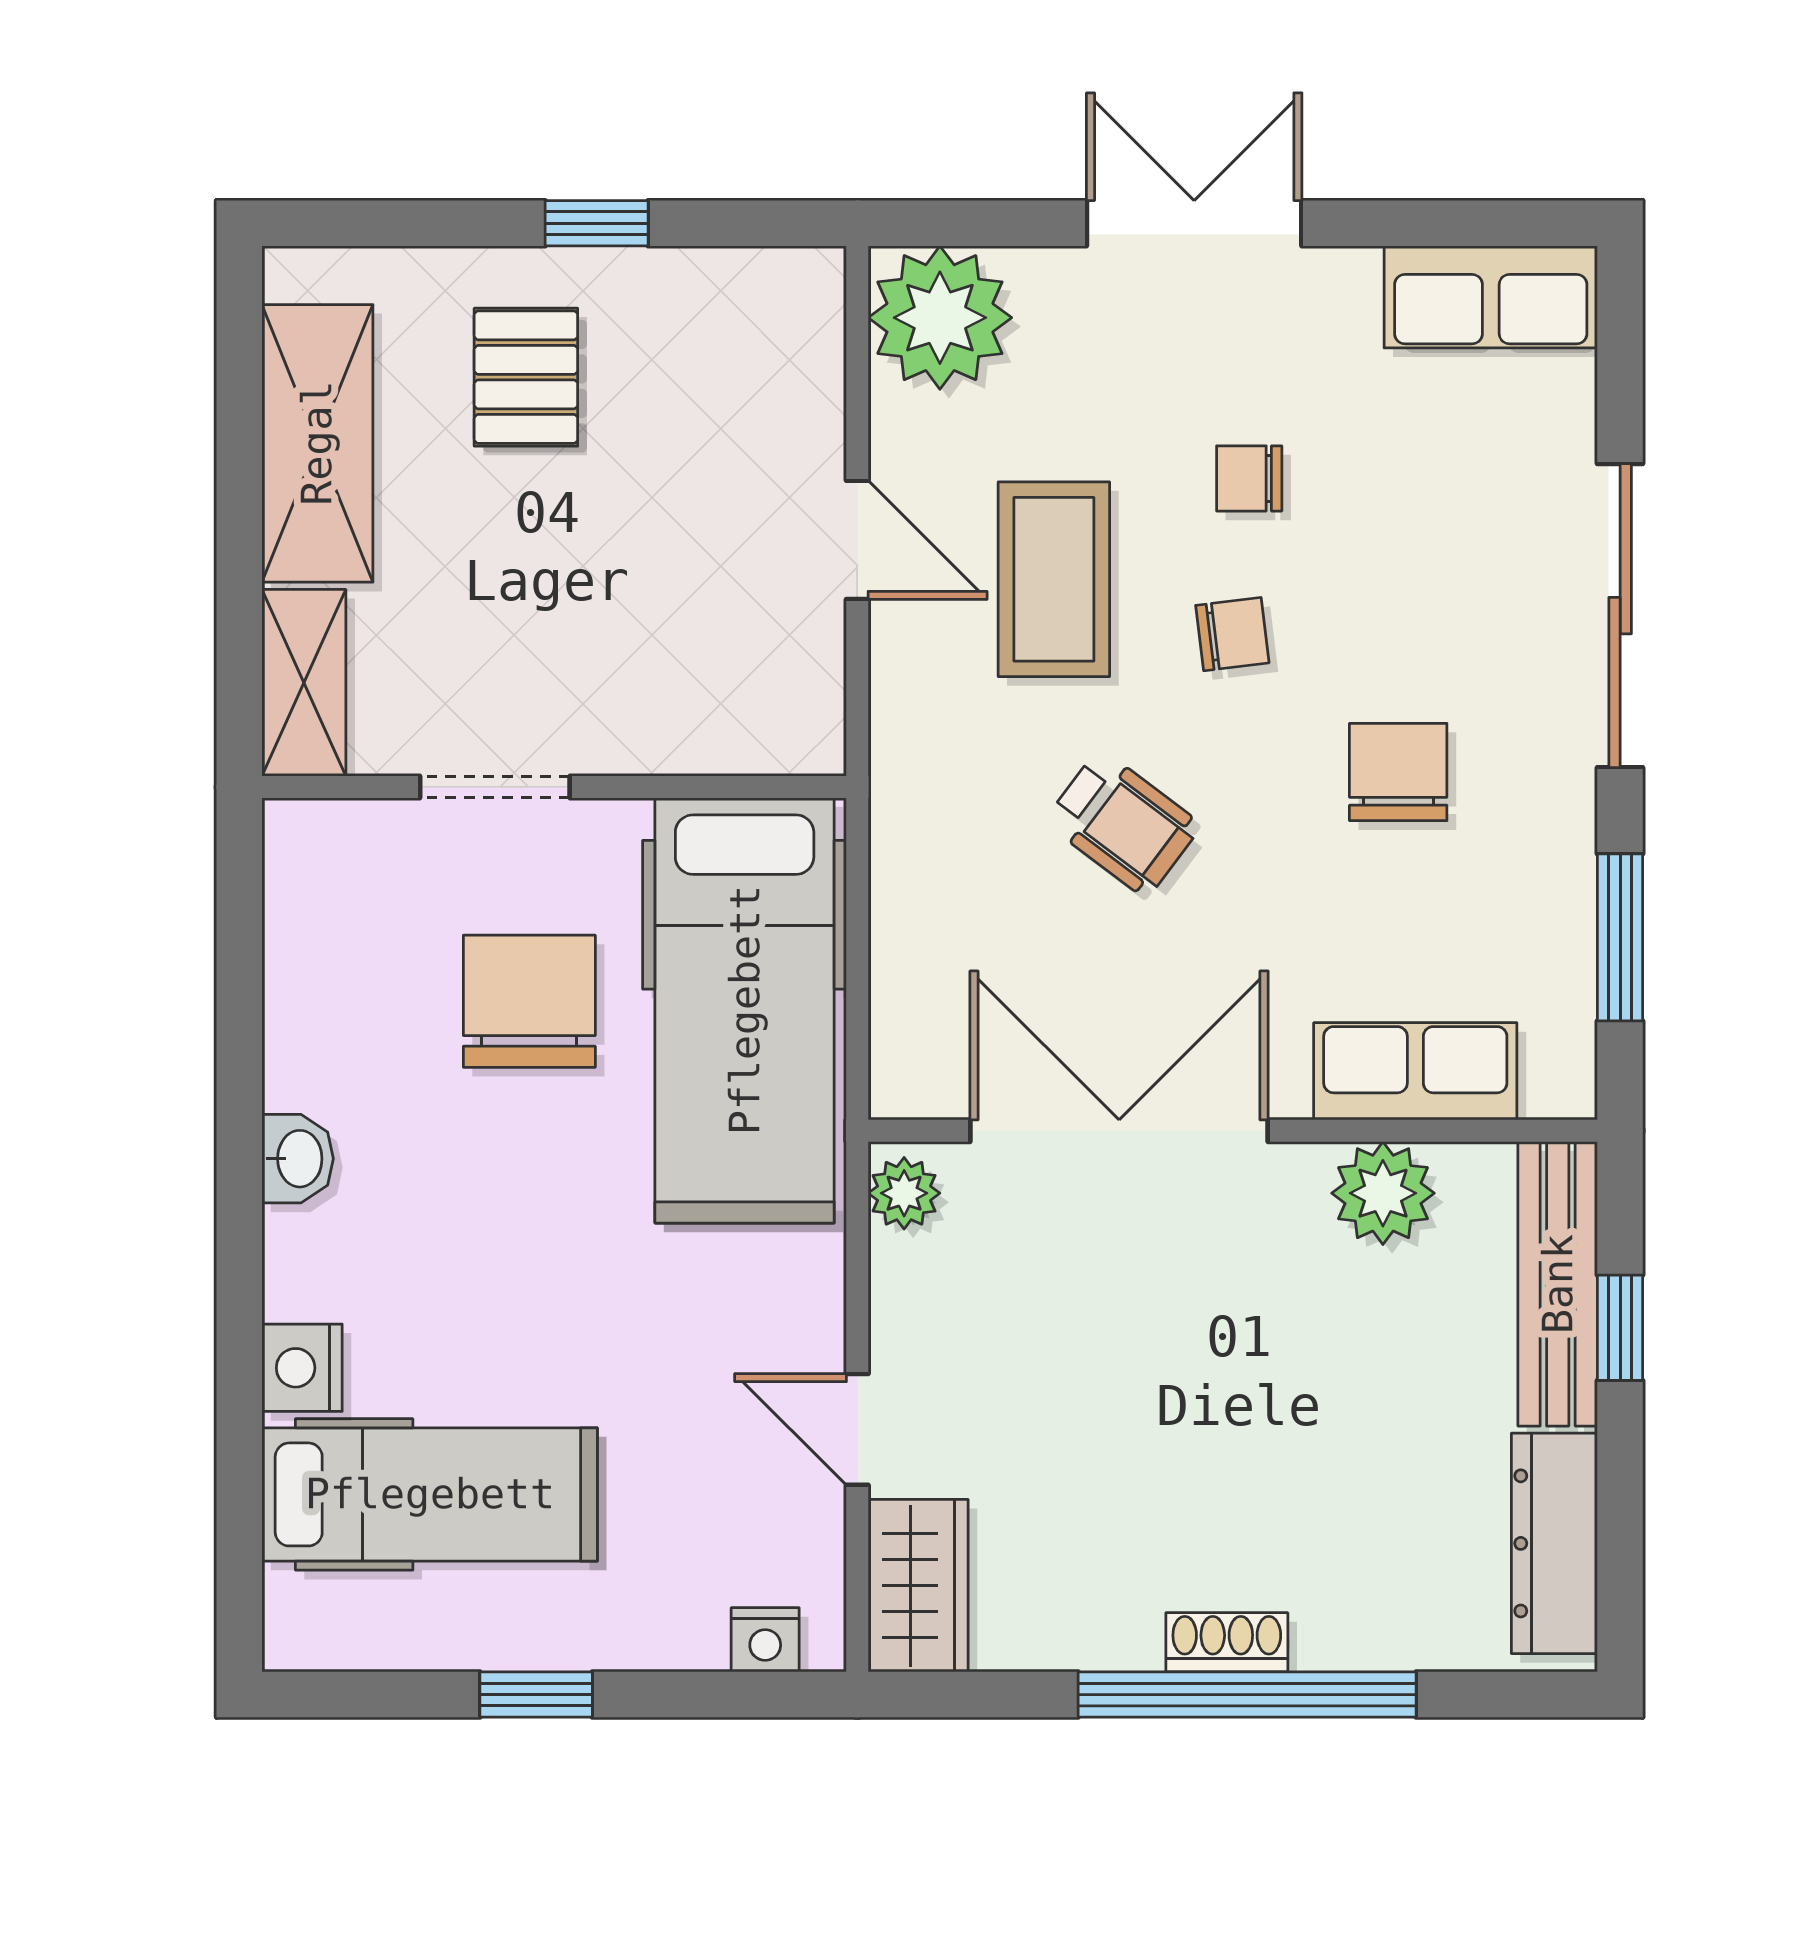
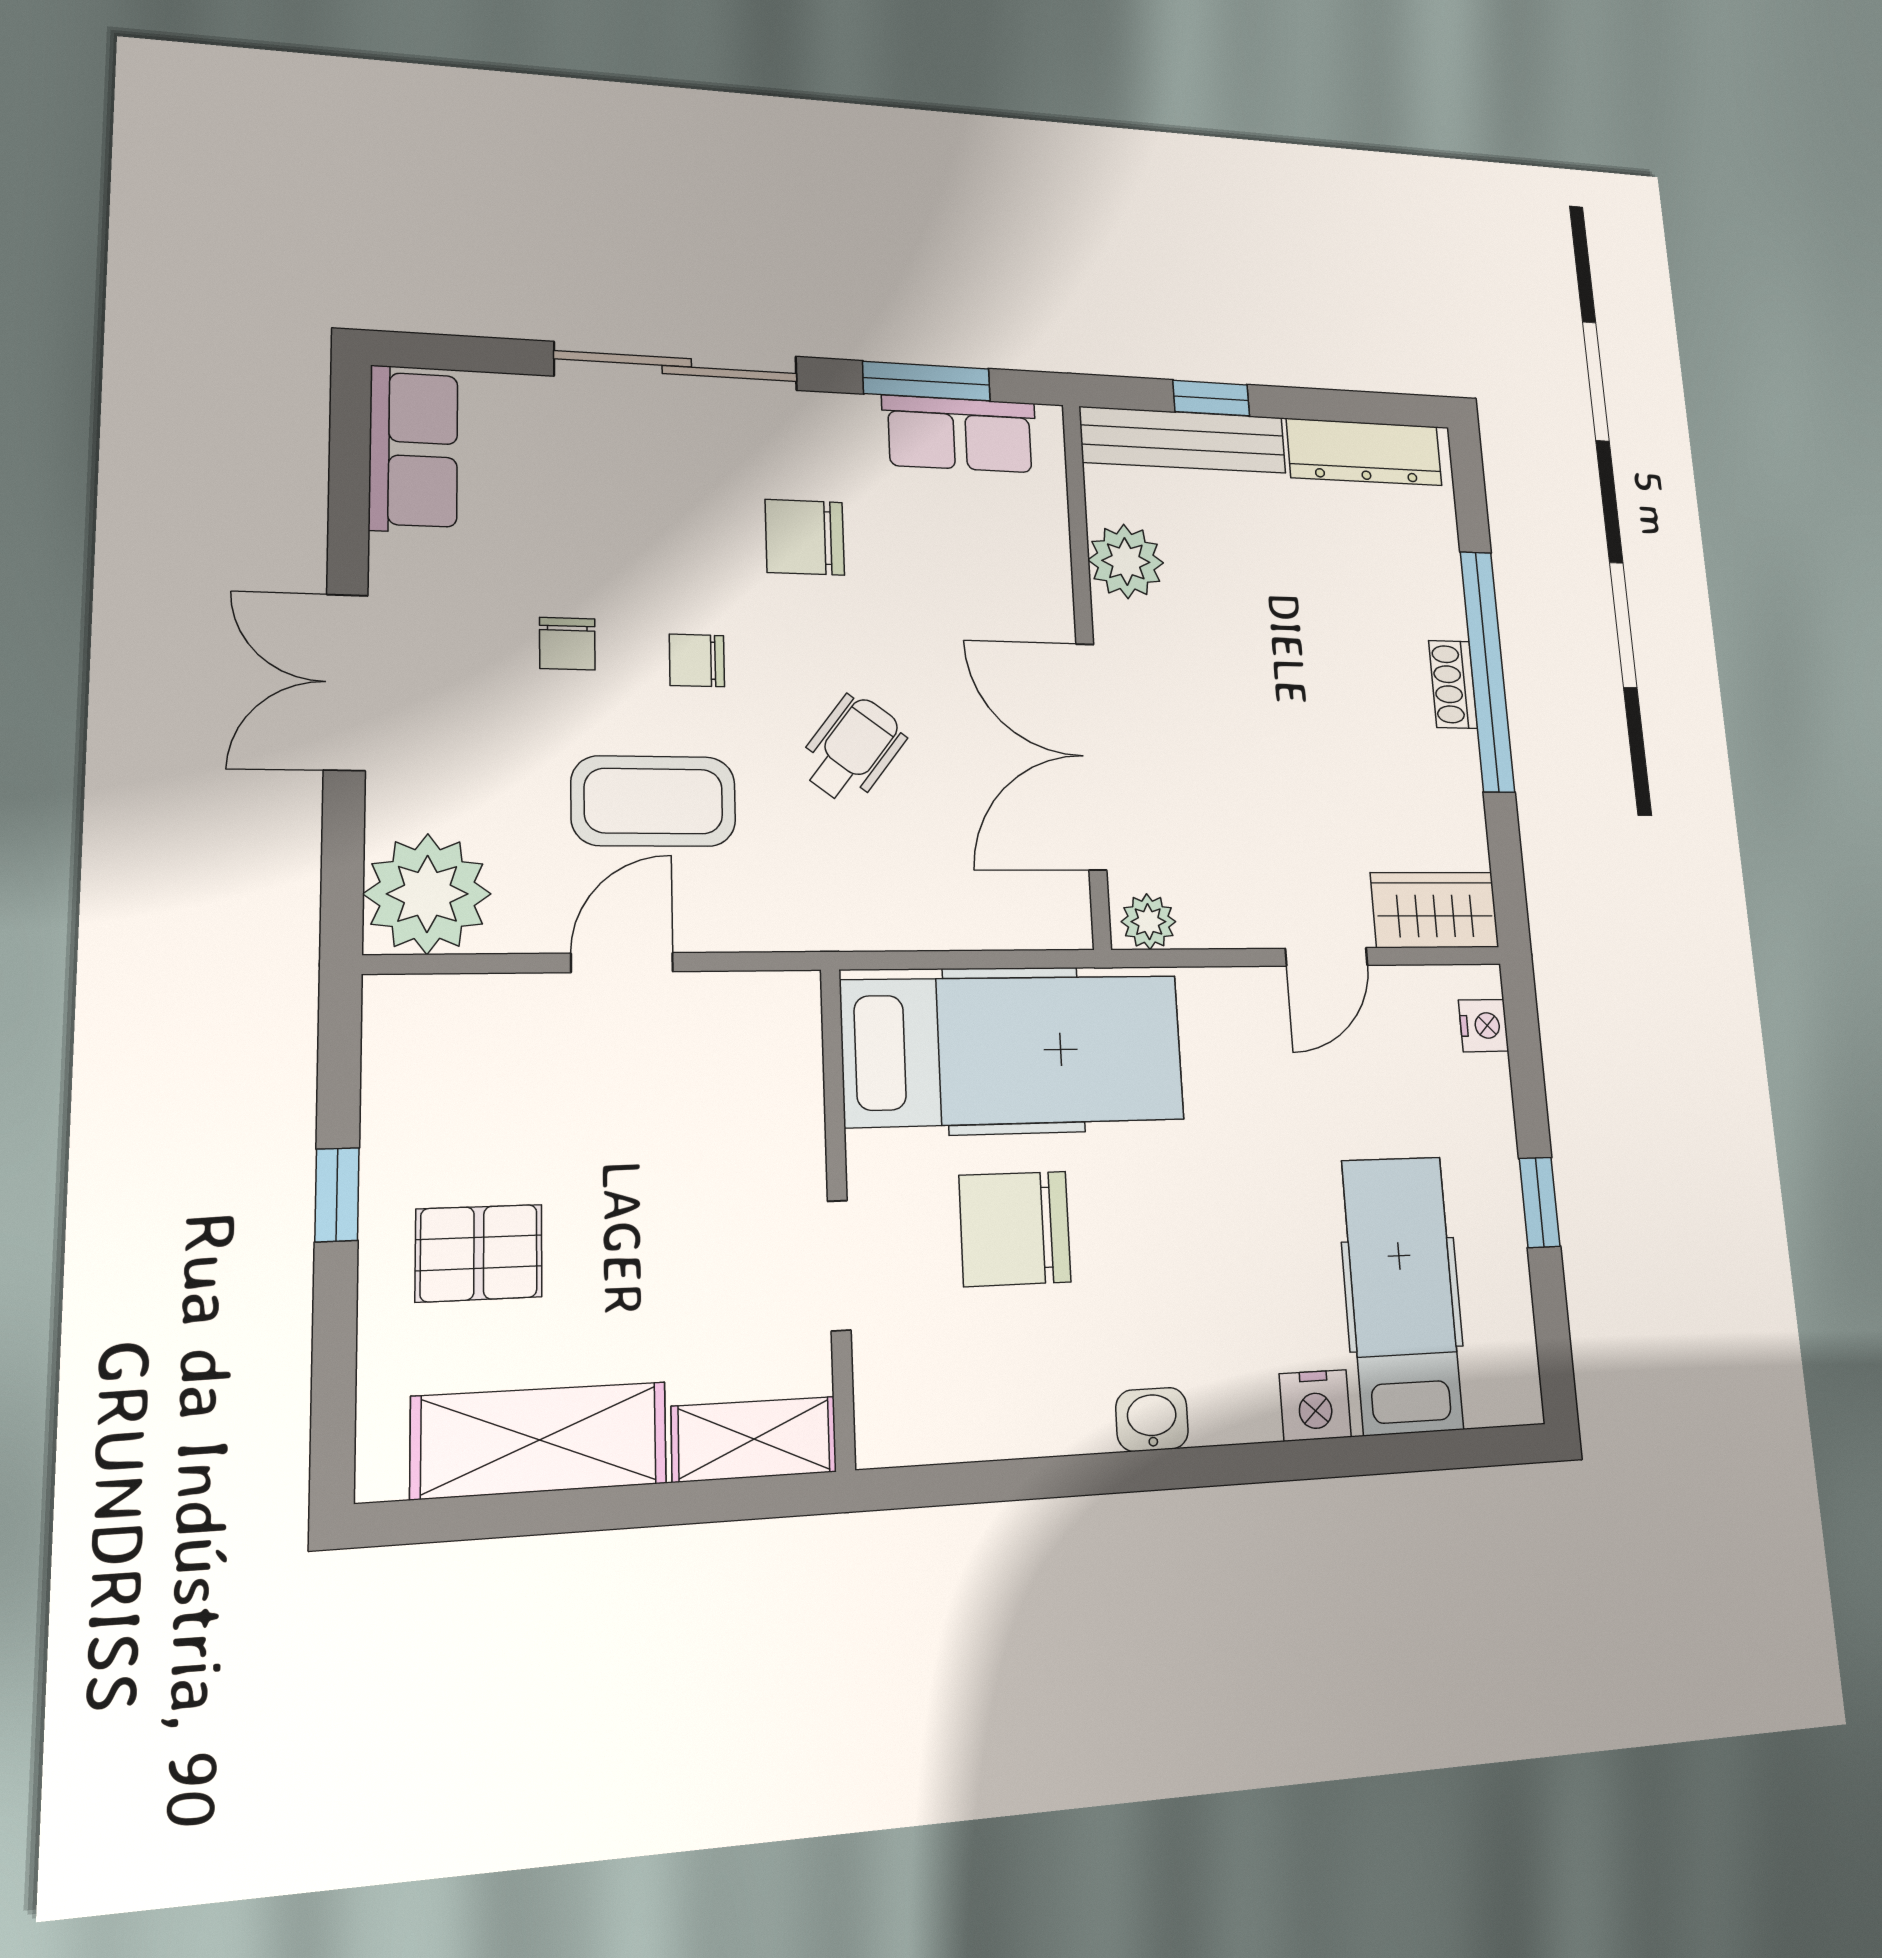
chair: (1232, 634) -> (697, 660), turned -83
row of seats: (1415, 1071) -> (960, 434), moved, turned -90

